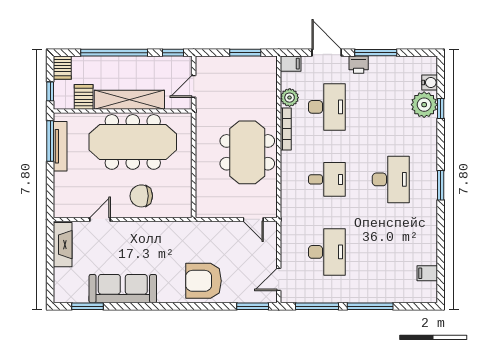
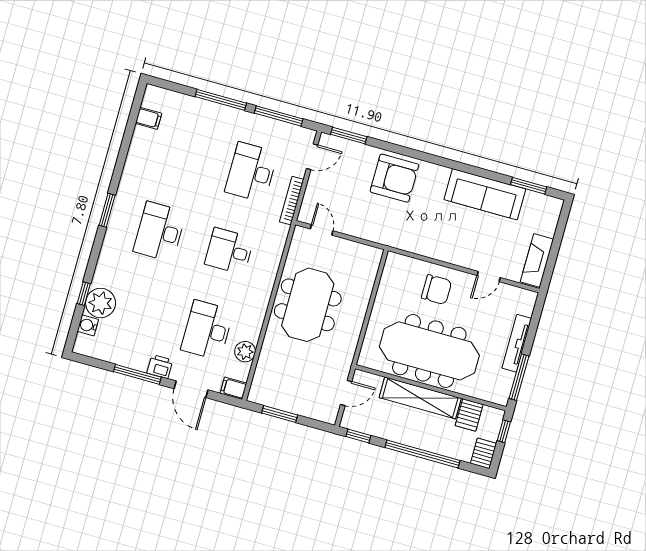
bookcase: (286, 129) -> (292, 201), moved
tv unit: (60, 146) -> (517, 343), moved

